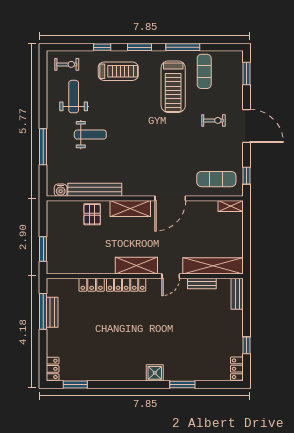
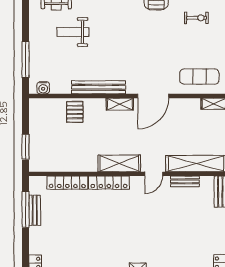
weight bench: (90, 135) -> (73, 32), turned 180
window: (43, 147) -> (26, 59), moved
bench: (95, 190) -> (99, 87), moved
shelving: (130, 208) -> (120, 104), width x0.67, depth x0.75
locker: (92, 285) -> (67, 183), width x1.53

